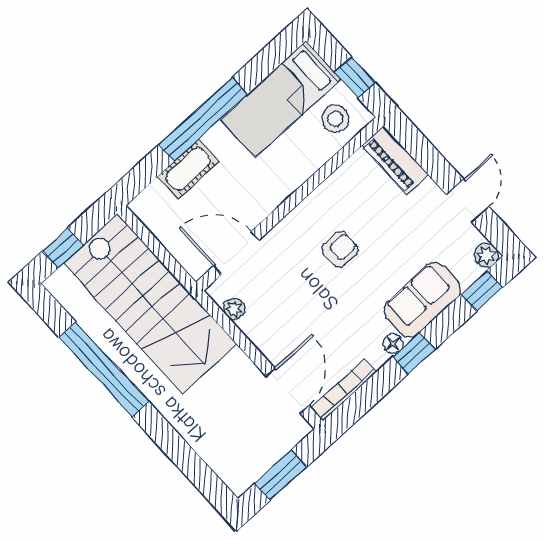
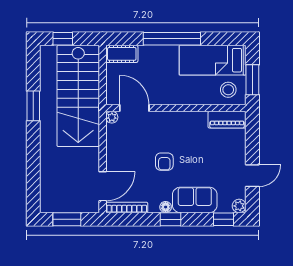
window: (355, 77) -> (252, 80), width x1.50
piano: (395, 160) -> (227, 120), moved, turned -90
cot: (188, 169) -> (122, 54), moved
armchair: (340, 249) -> (164, 162), moved, turned 90
plant: (234, 309) -> (112, 117), moved
window: (104, 369) -> (33, 106), width x0.47

